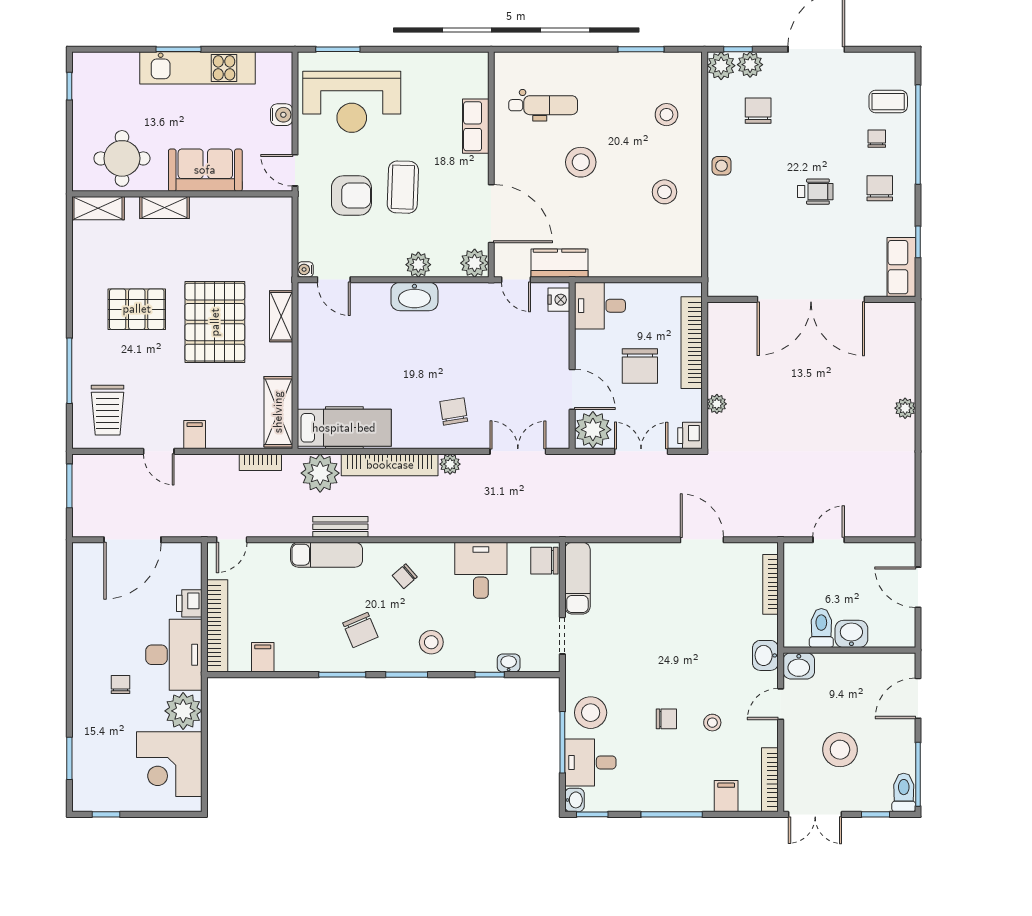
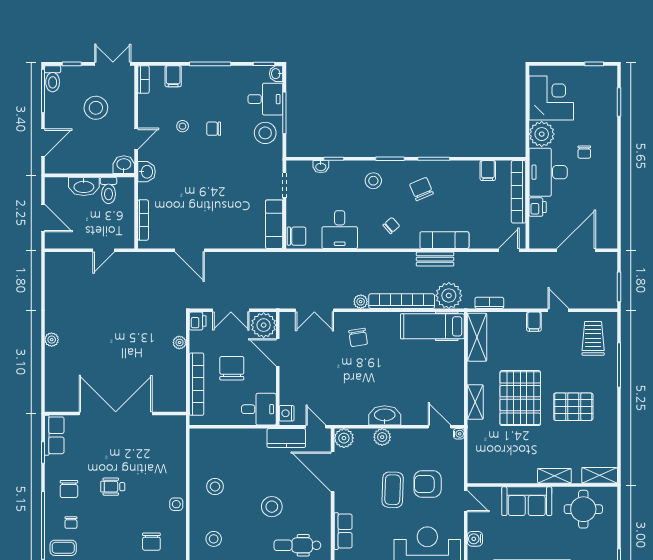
washbasin: (851, 634) -> (84, 186), width x1.38
bookcase: (770, 780) -> (143, 80), width x0.64

